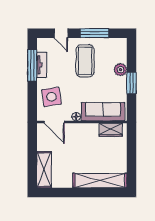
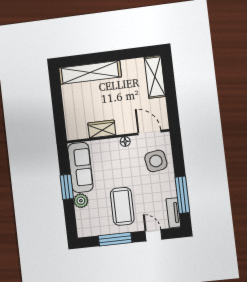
tv unit: (42, 65) -> (173, 213), moved
sofa: (103, 112) -> (80, 167), moved, turned -90
wardrobe: (111, 130) -> (102, 129), moved

